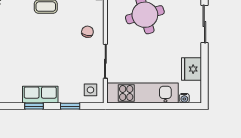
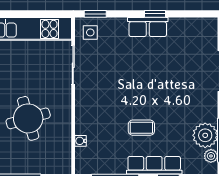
chair: (87, 32) -> (94, 99), removed
window: (70, 106) -> (95, 14), moved

